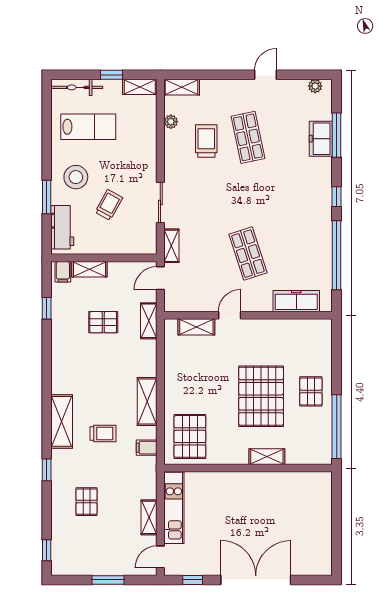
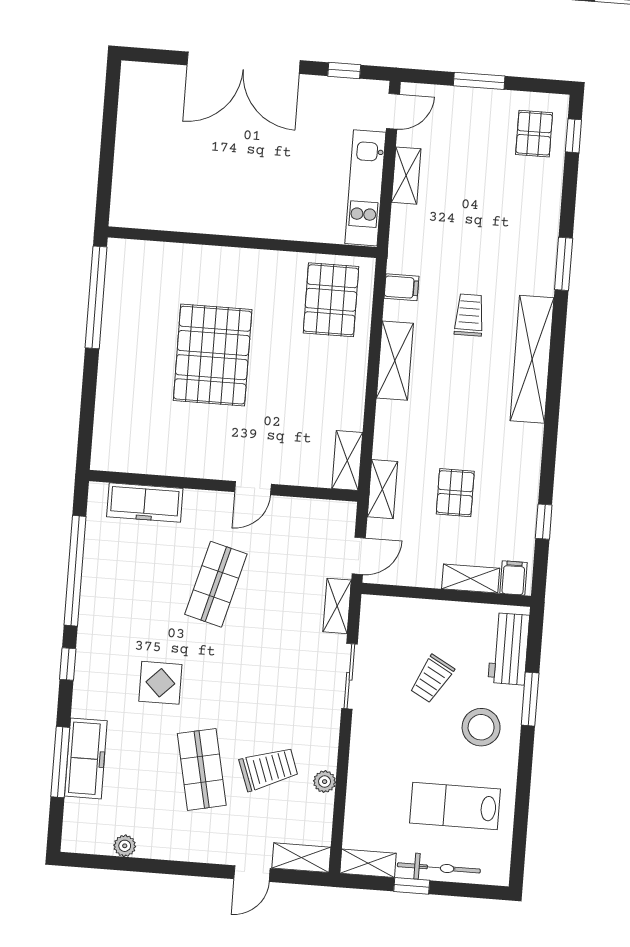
door: (266, 75) -> (252, 874), moved
plant: (315, 86) -> (125, 846), moved
bicycle: (77, 87) -> (439, 868), moved
plant: (171, 122) -> (325, 782), moved
freezer: (321, 139) -> (86, 758), width x1.40
trolley: (206, 141) -> (269, 769), turned -110
display table: (278, 189) -> (160, 683), added
shop shelf: (248, 254) -> (216, 584), turned 33
pallet: (103, 322) -> (455, 493), turned 90
shelving: (196, 327) -> (347, 461), moved, turned 90
pallet: (311, 391) -> (133, 357), removed
shelving: (62, 421) -> (532, 359), width x1.47
trolley: (103, 434) -> (469, 315), turned 90
shelving: (267, 457) -> (211, 258), removed
window: (47, 470) -> (564, 264), width x1.50
pallet: (87, 502) -> (534, 134), moved

